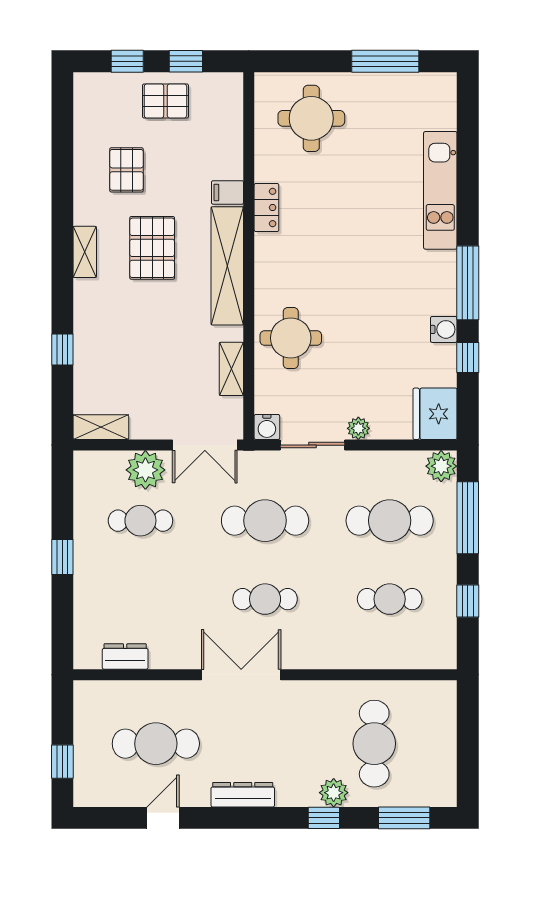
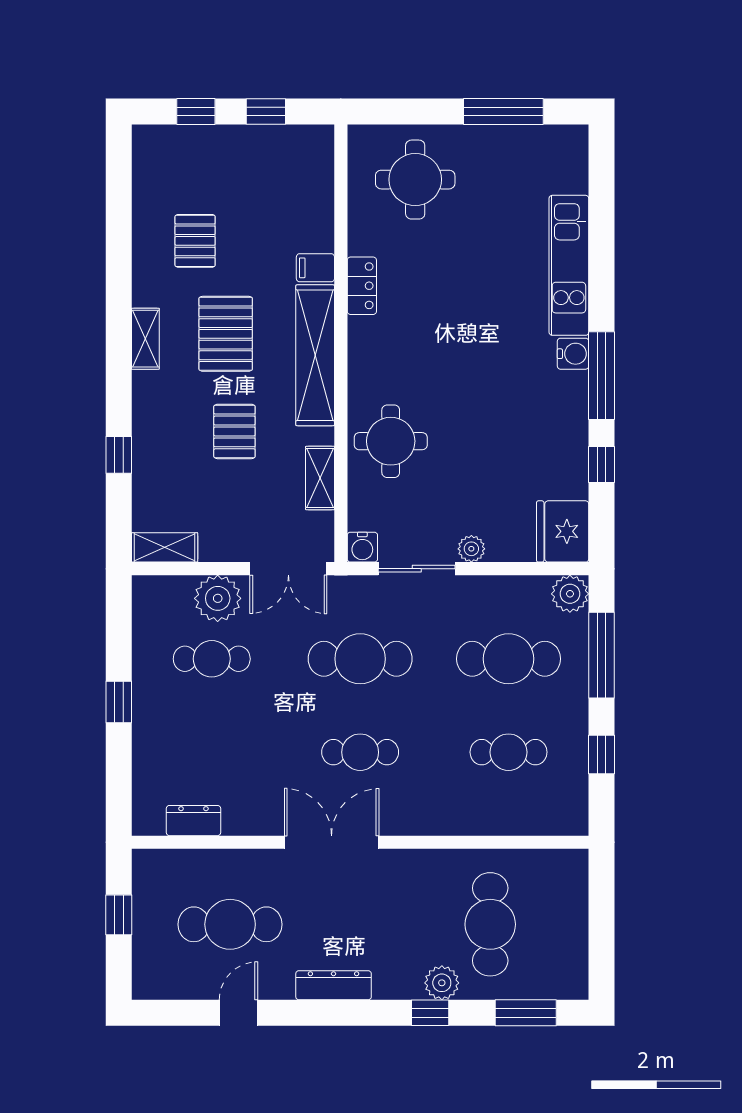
pallet: (165, 101) -> (234, 431), moved, turned 90
water cooler: (444, 329) -> (573, 354), moved
window: (62, 762) -> (119, 915), moved

